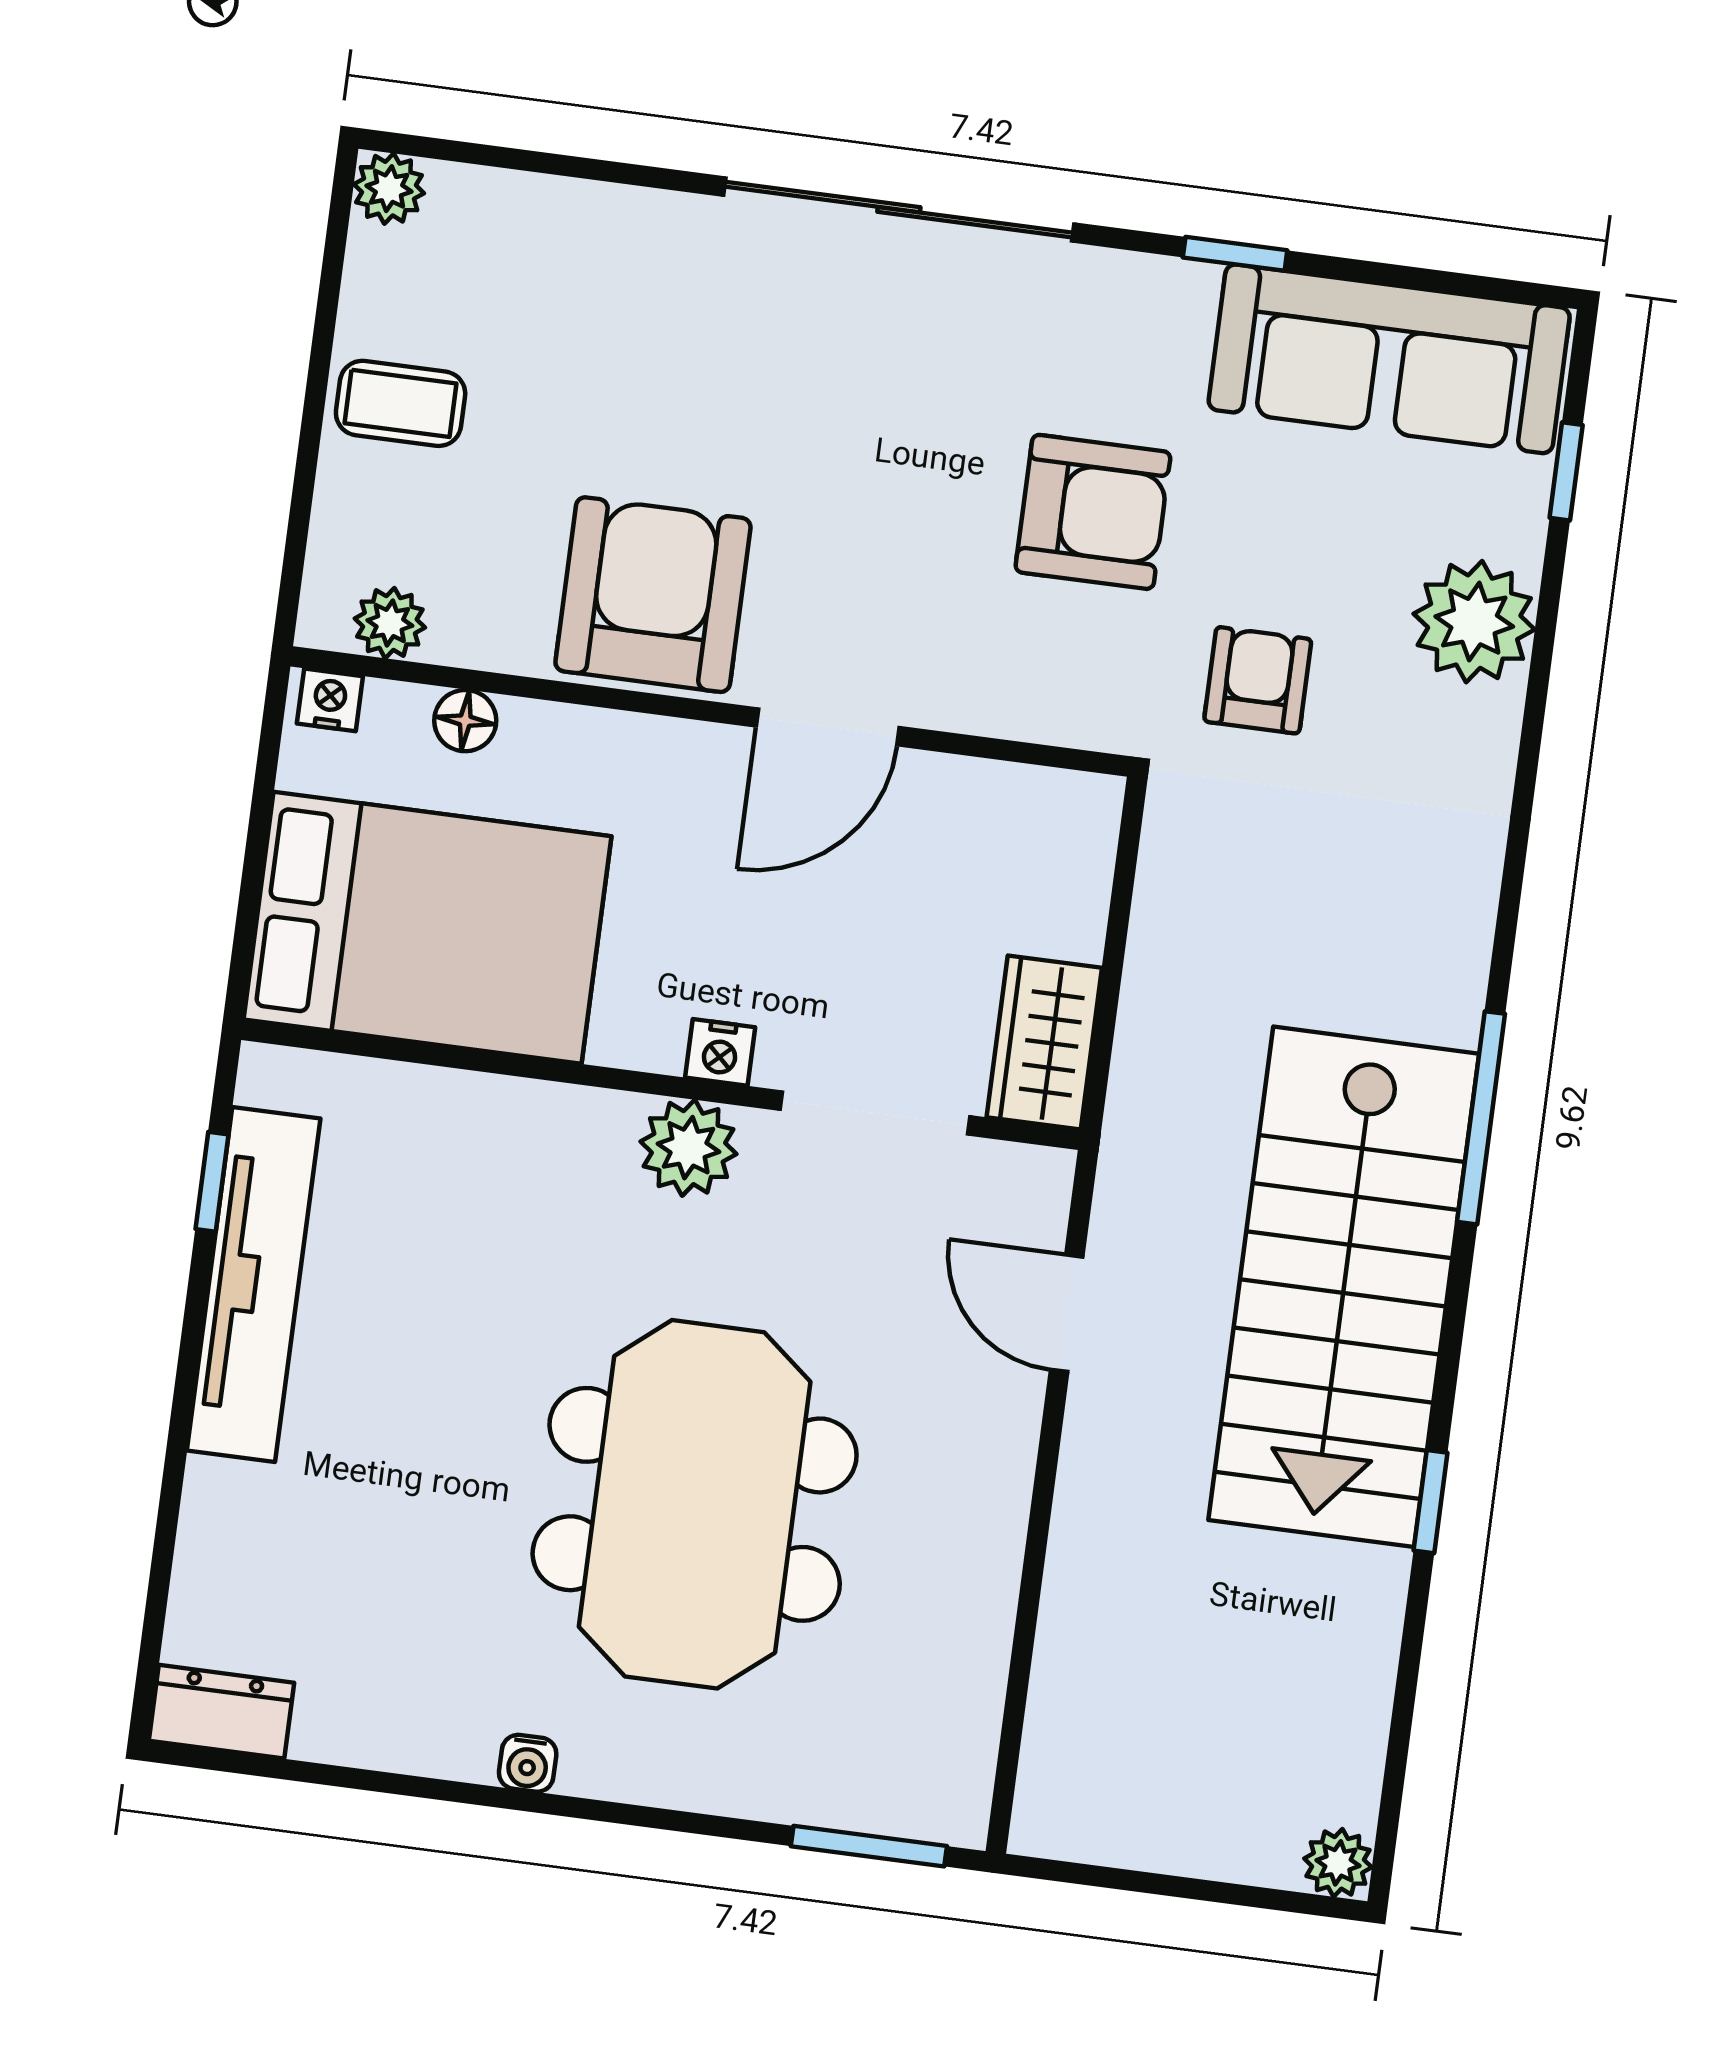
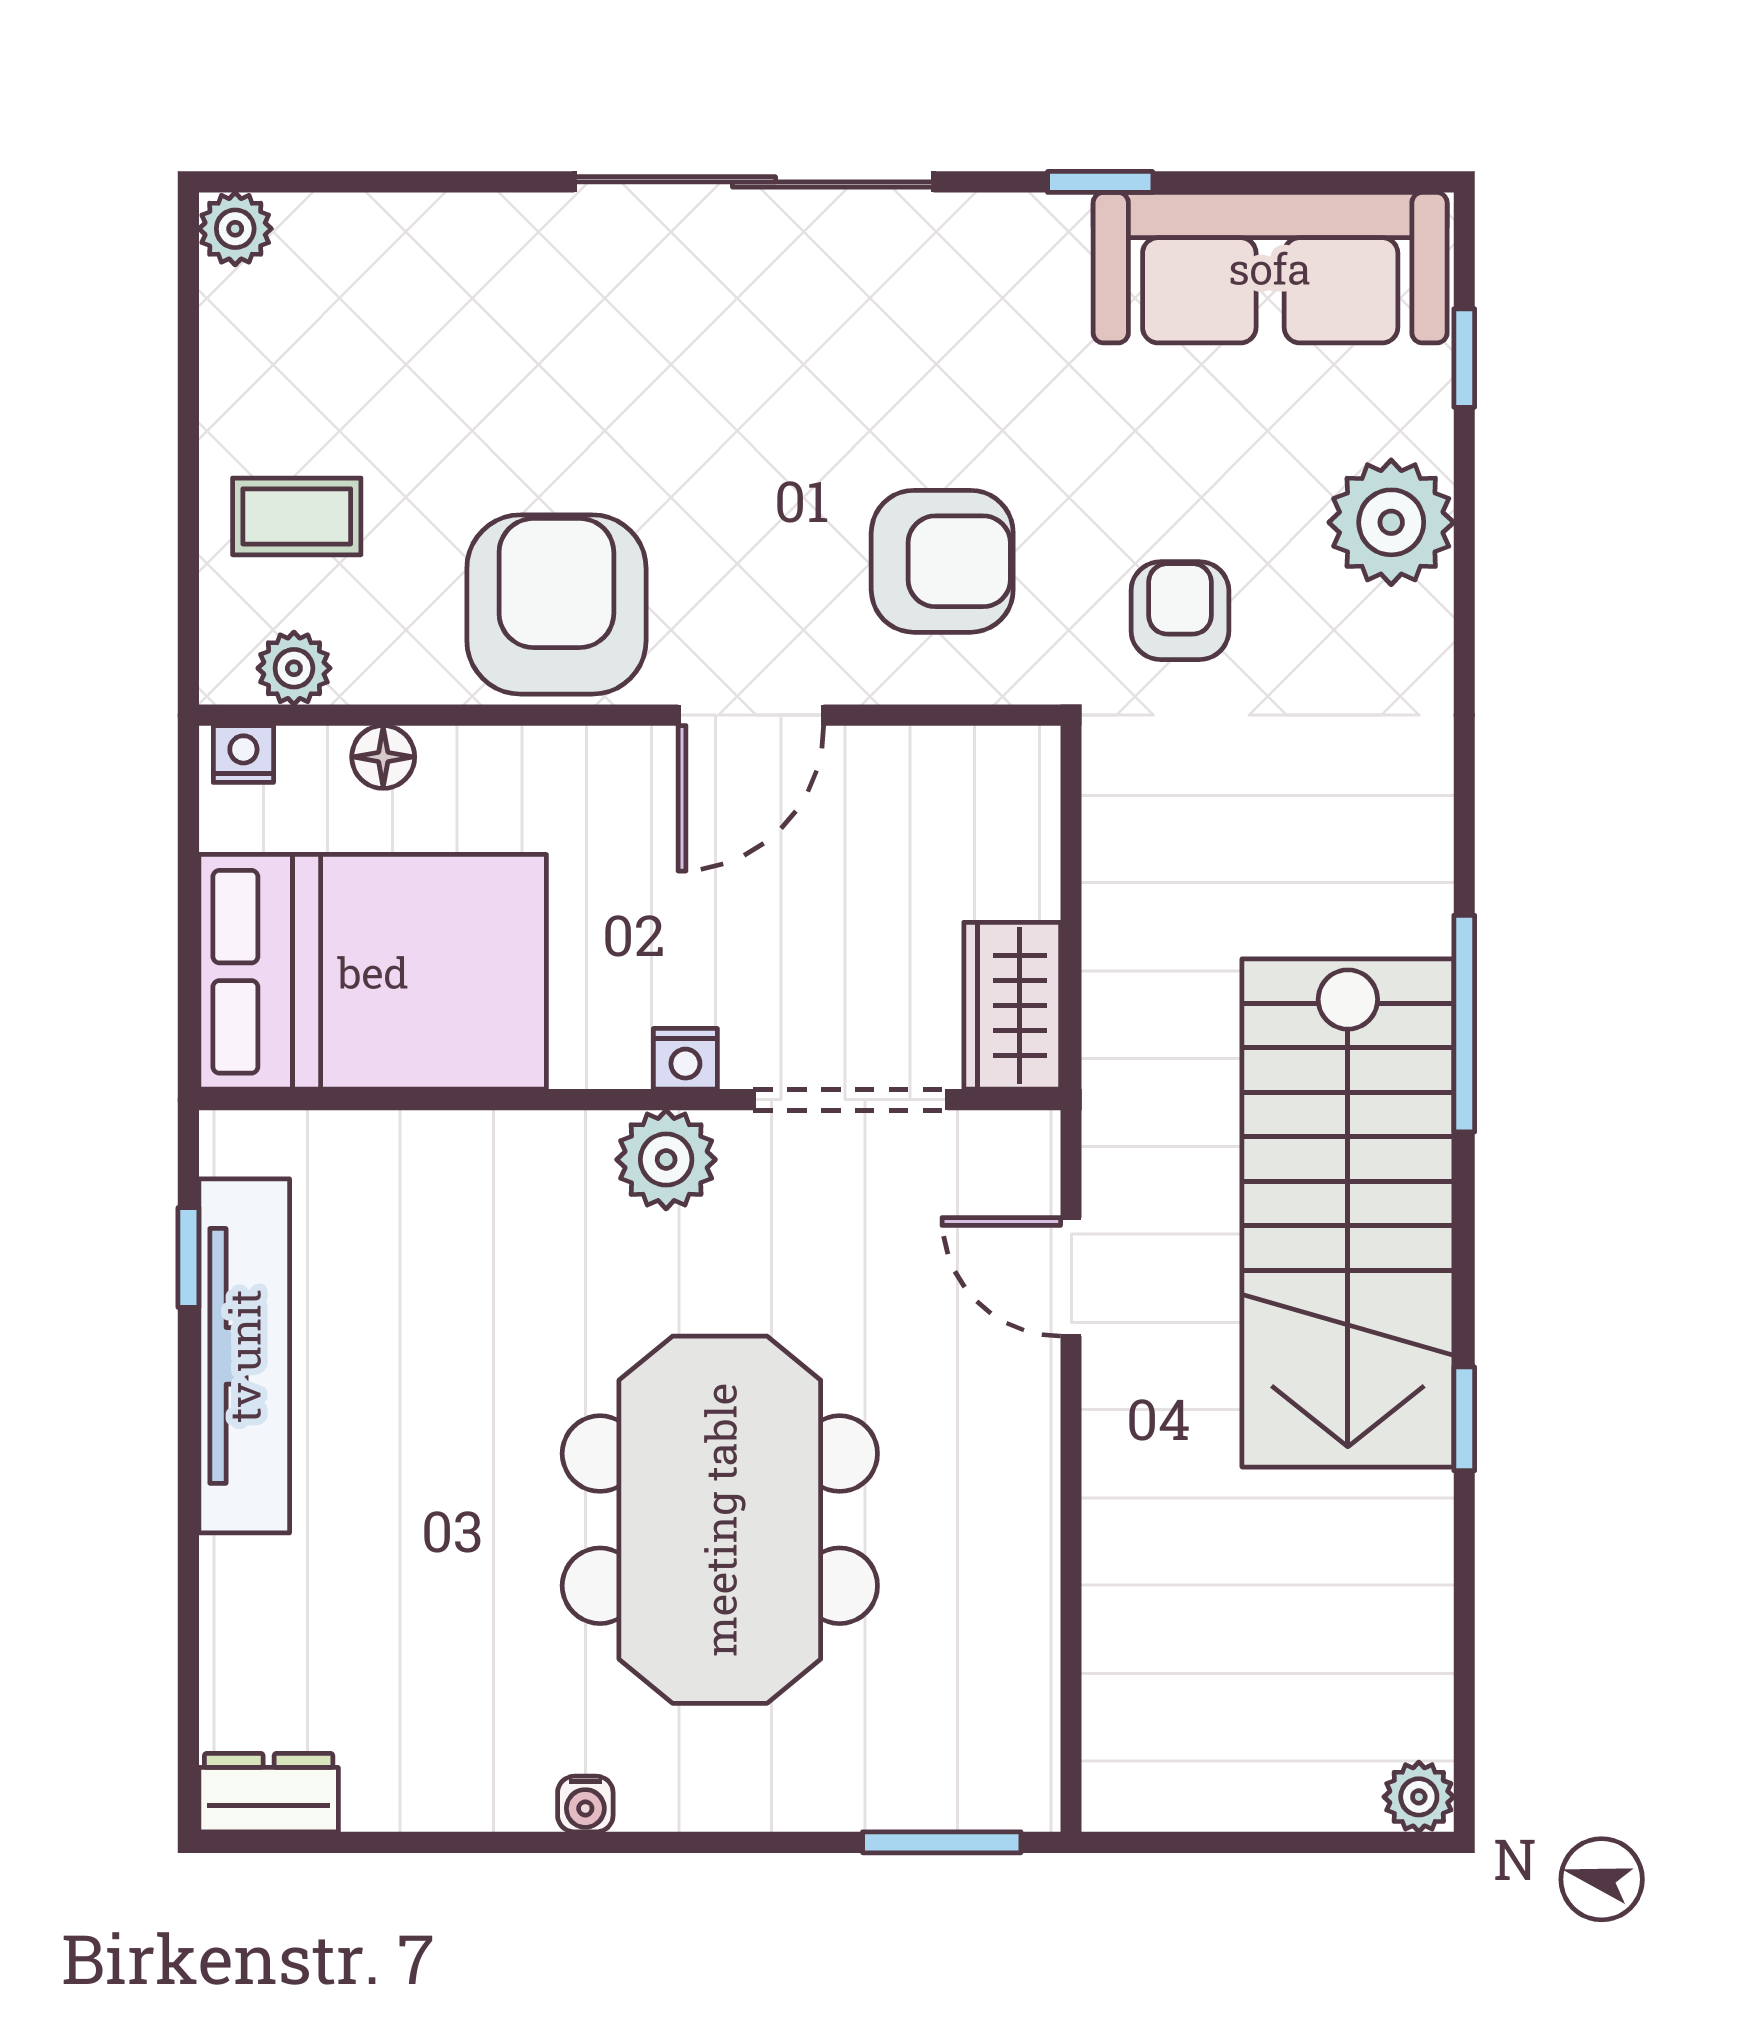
coffee table: (401, 403) -> (297, 516), moved
armchair: (1093, 512) -> (942, 561), moved

